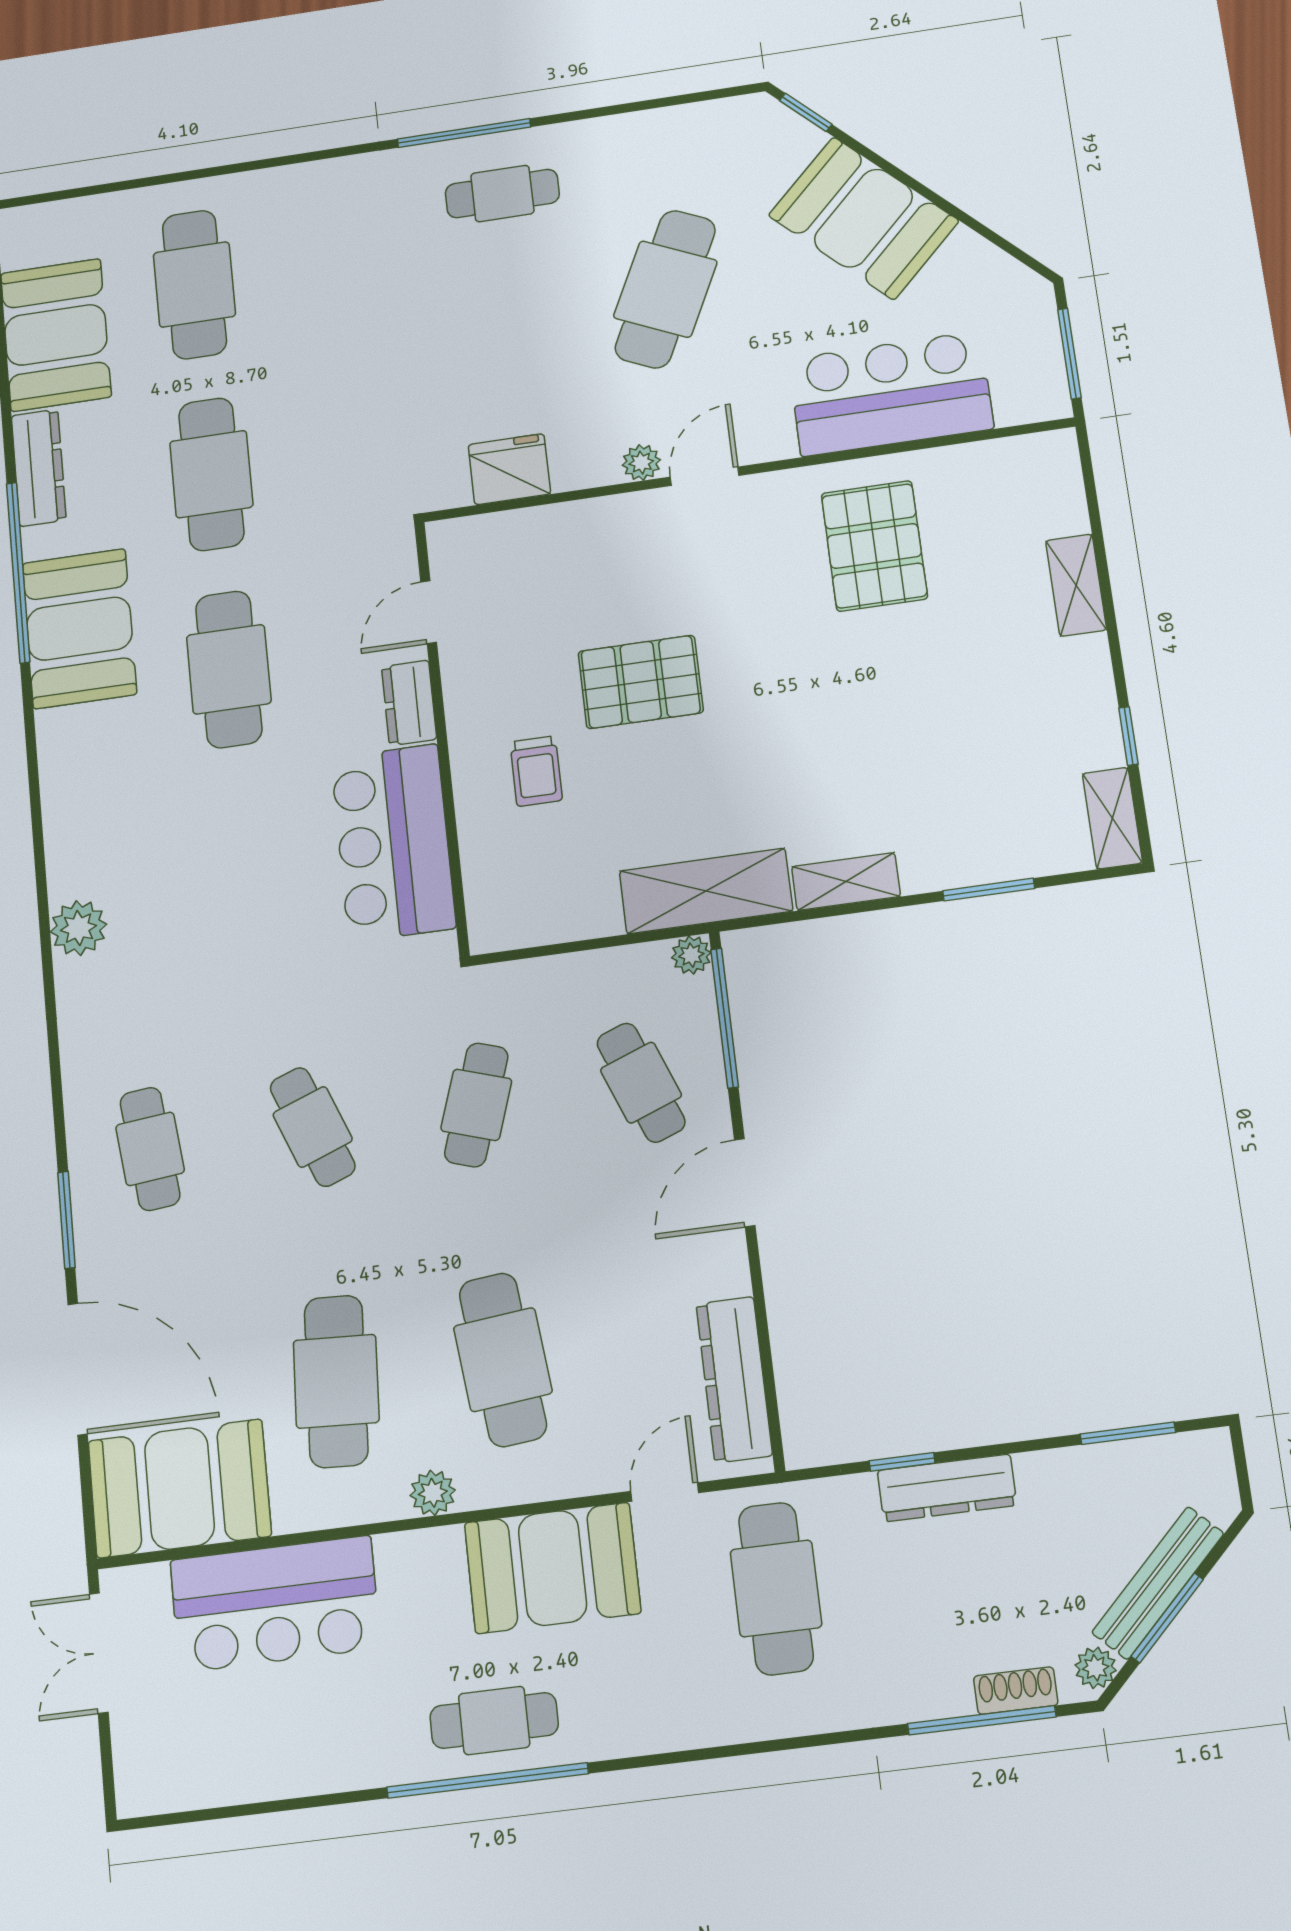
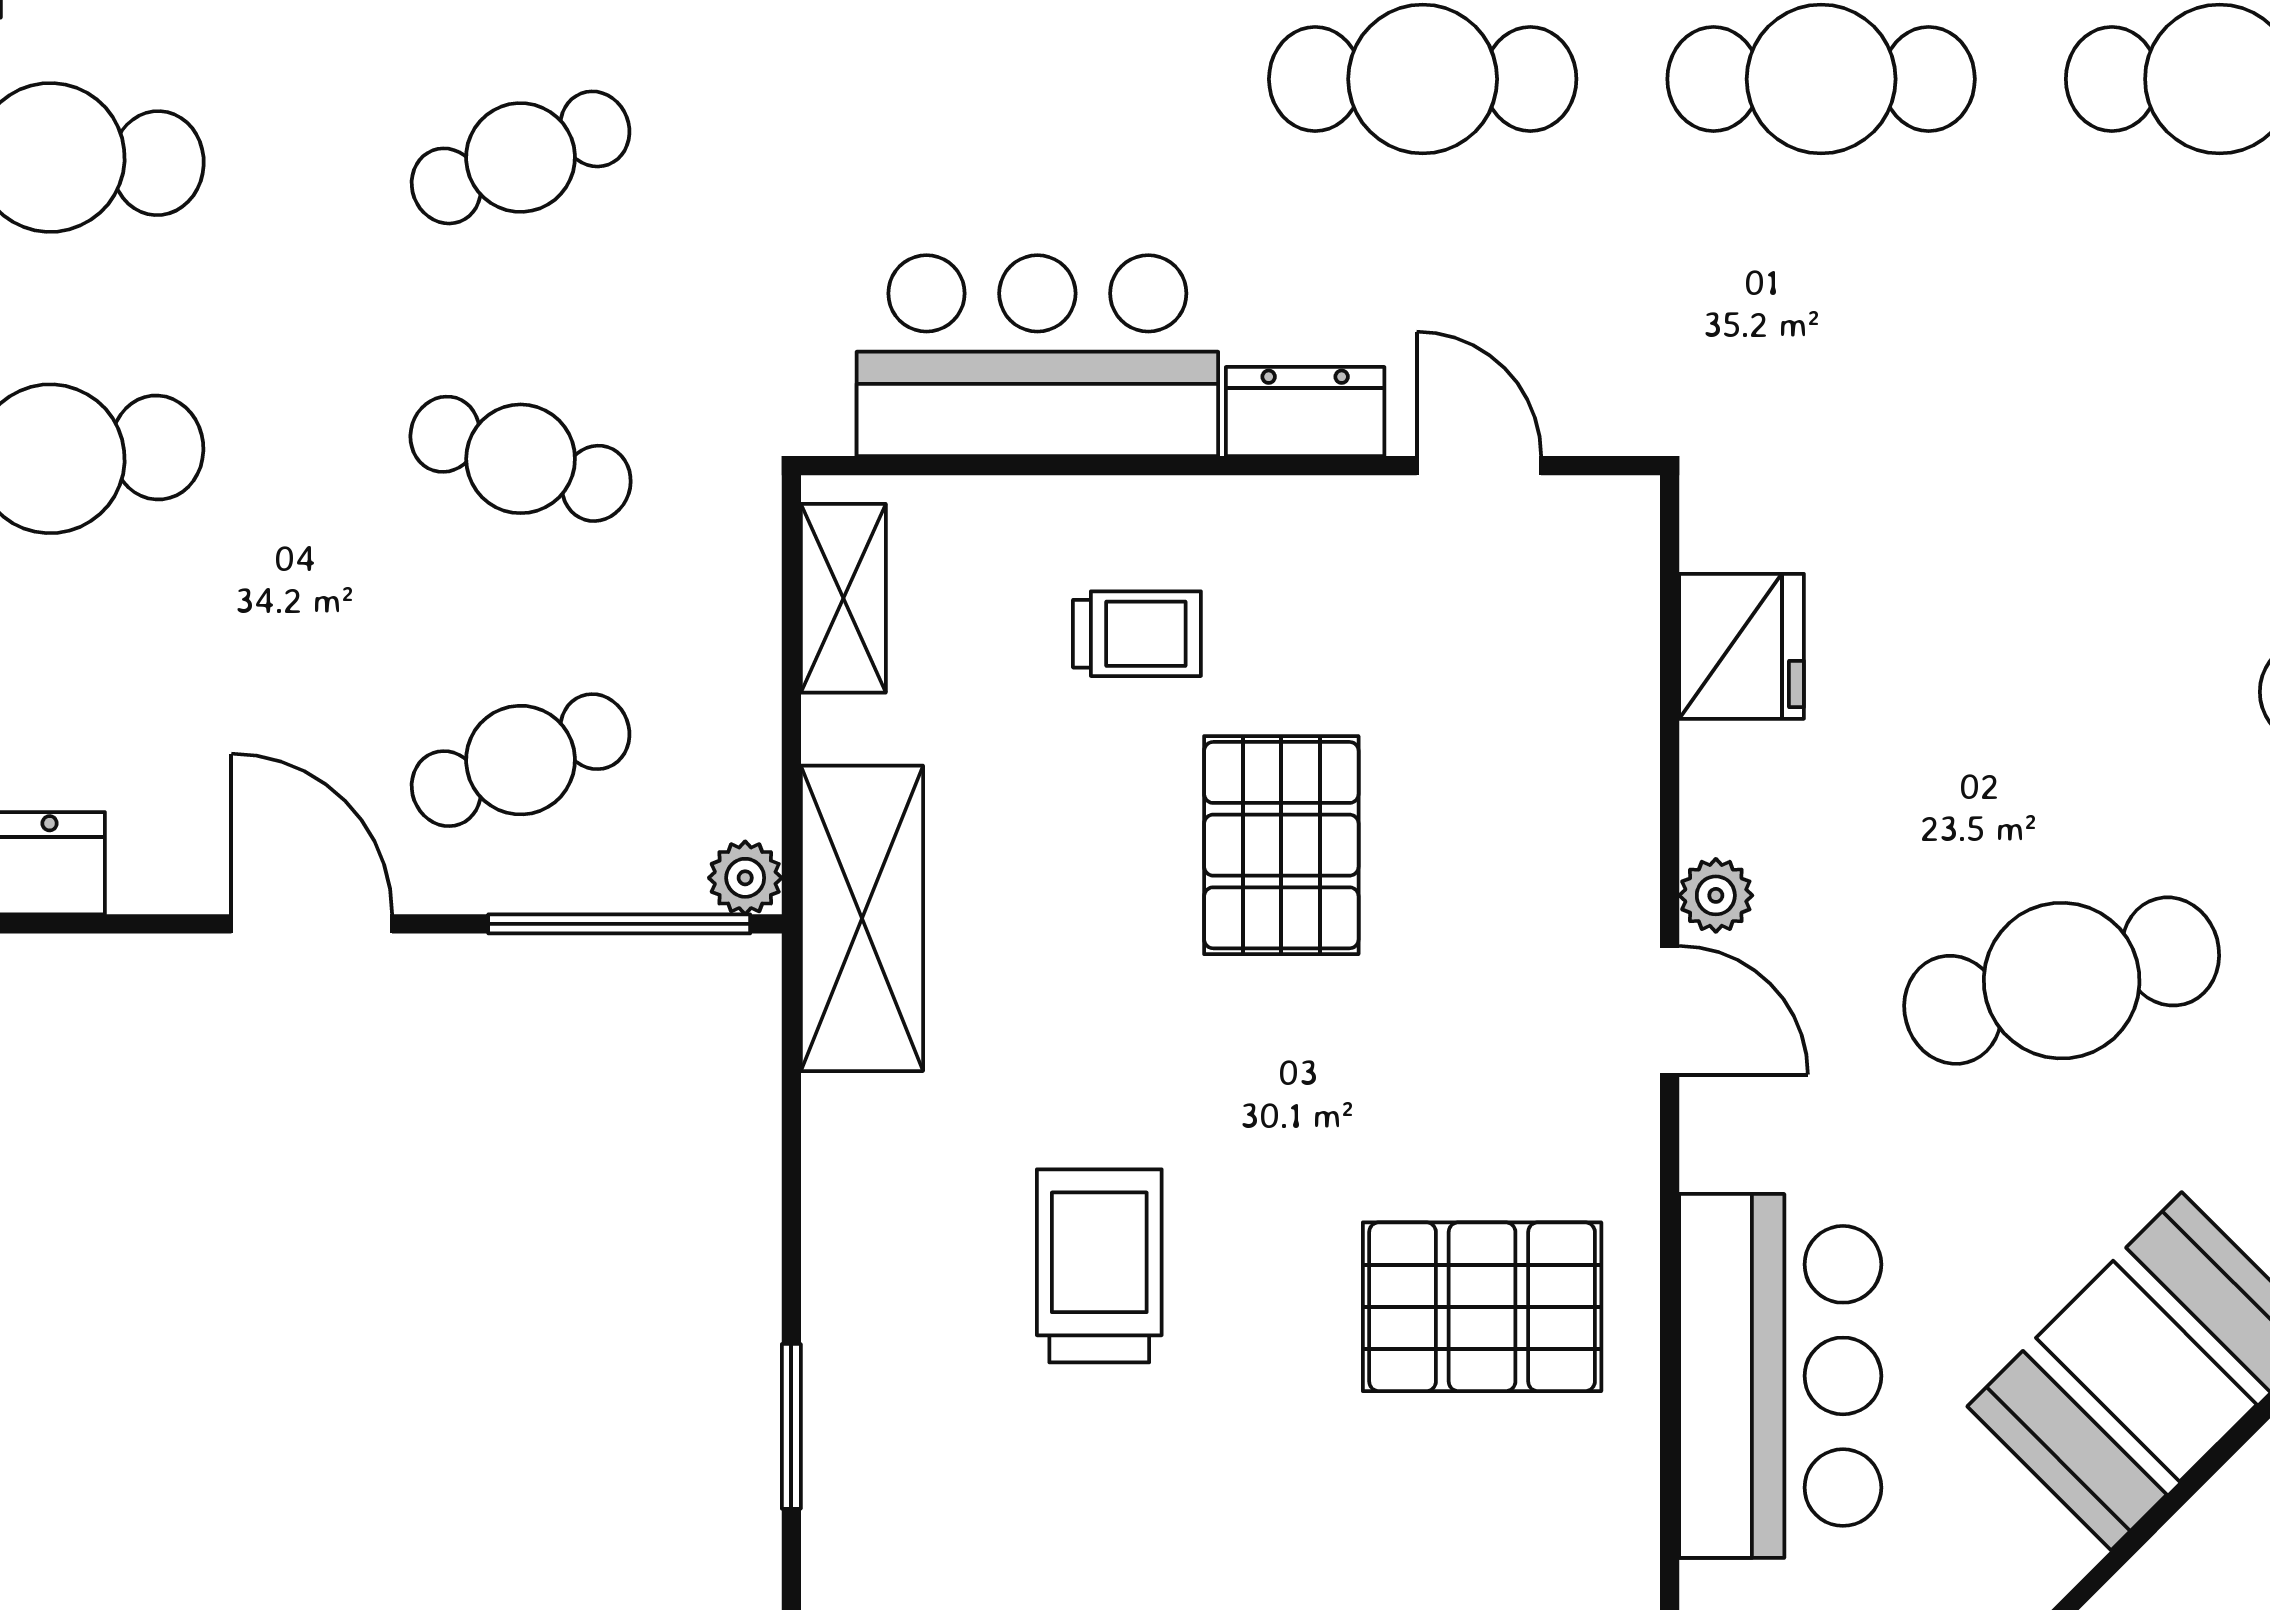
cafe table: (665, 289) -> (2062, 981), turned -40
trolley: (879, 742) -> (1099, 1266), added
trolley: (536, 771) -> (1137, 634), turned 180
shelving: (846, 882) -> (843, 598), moved

